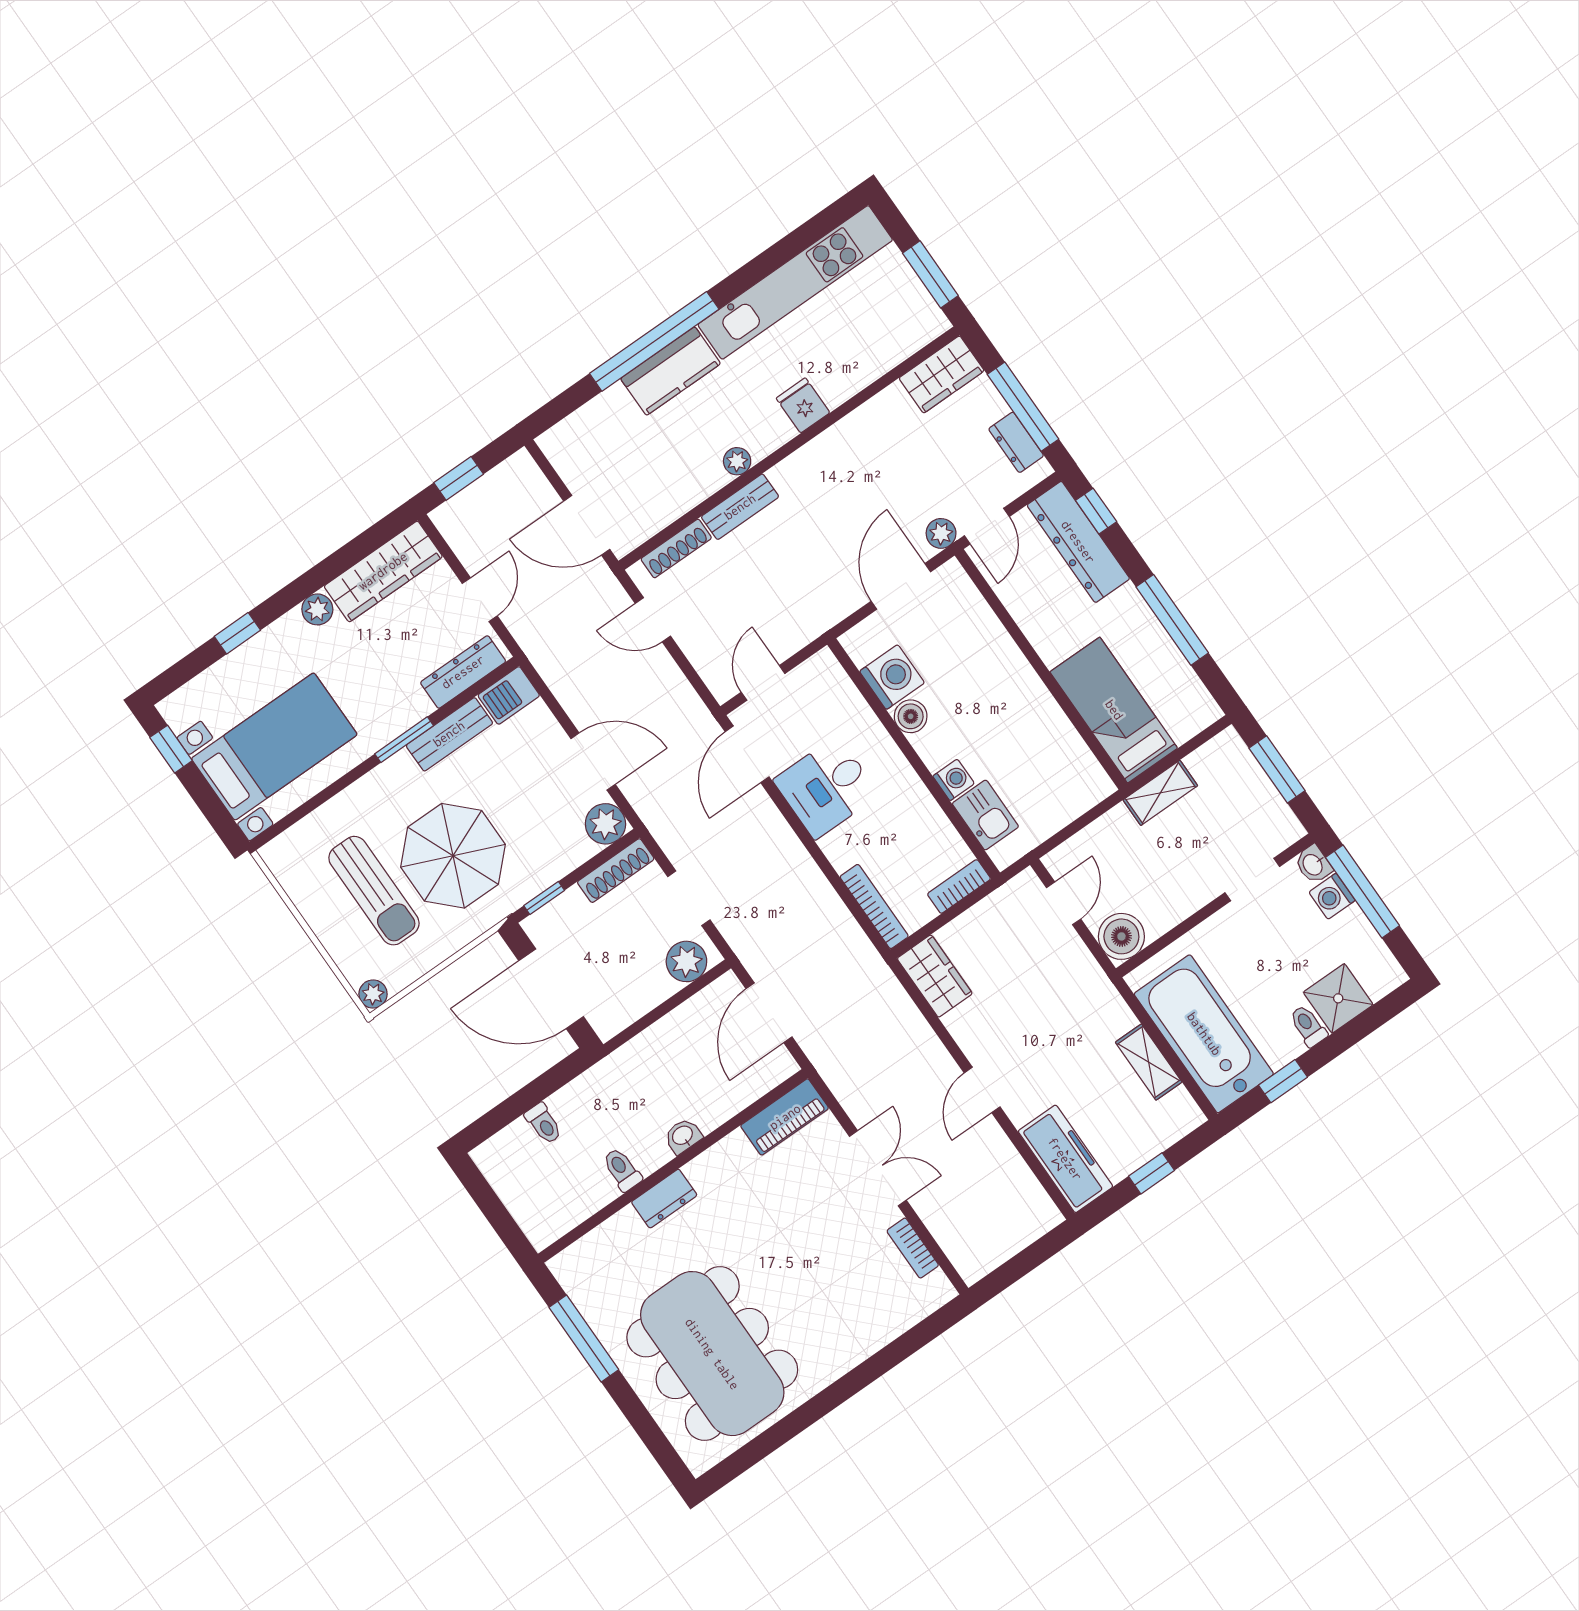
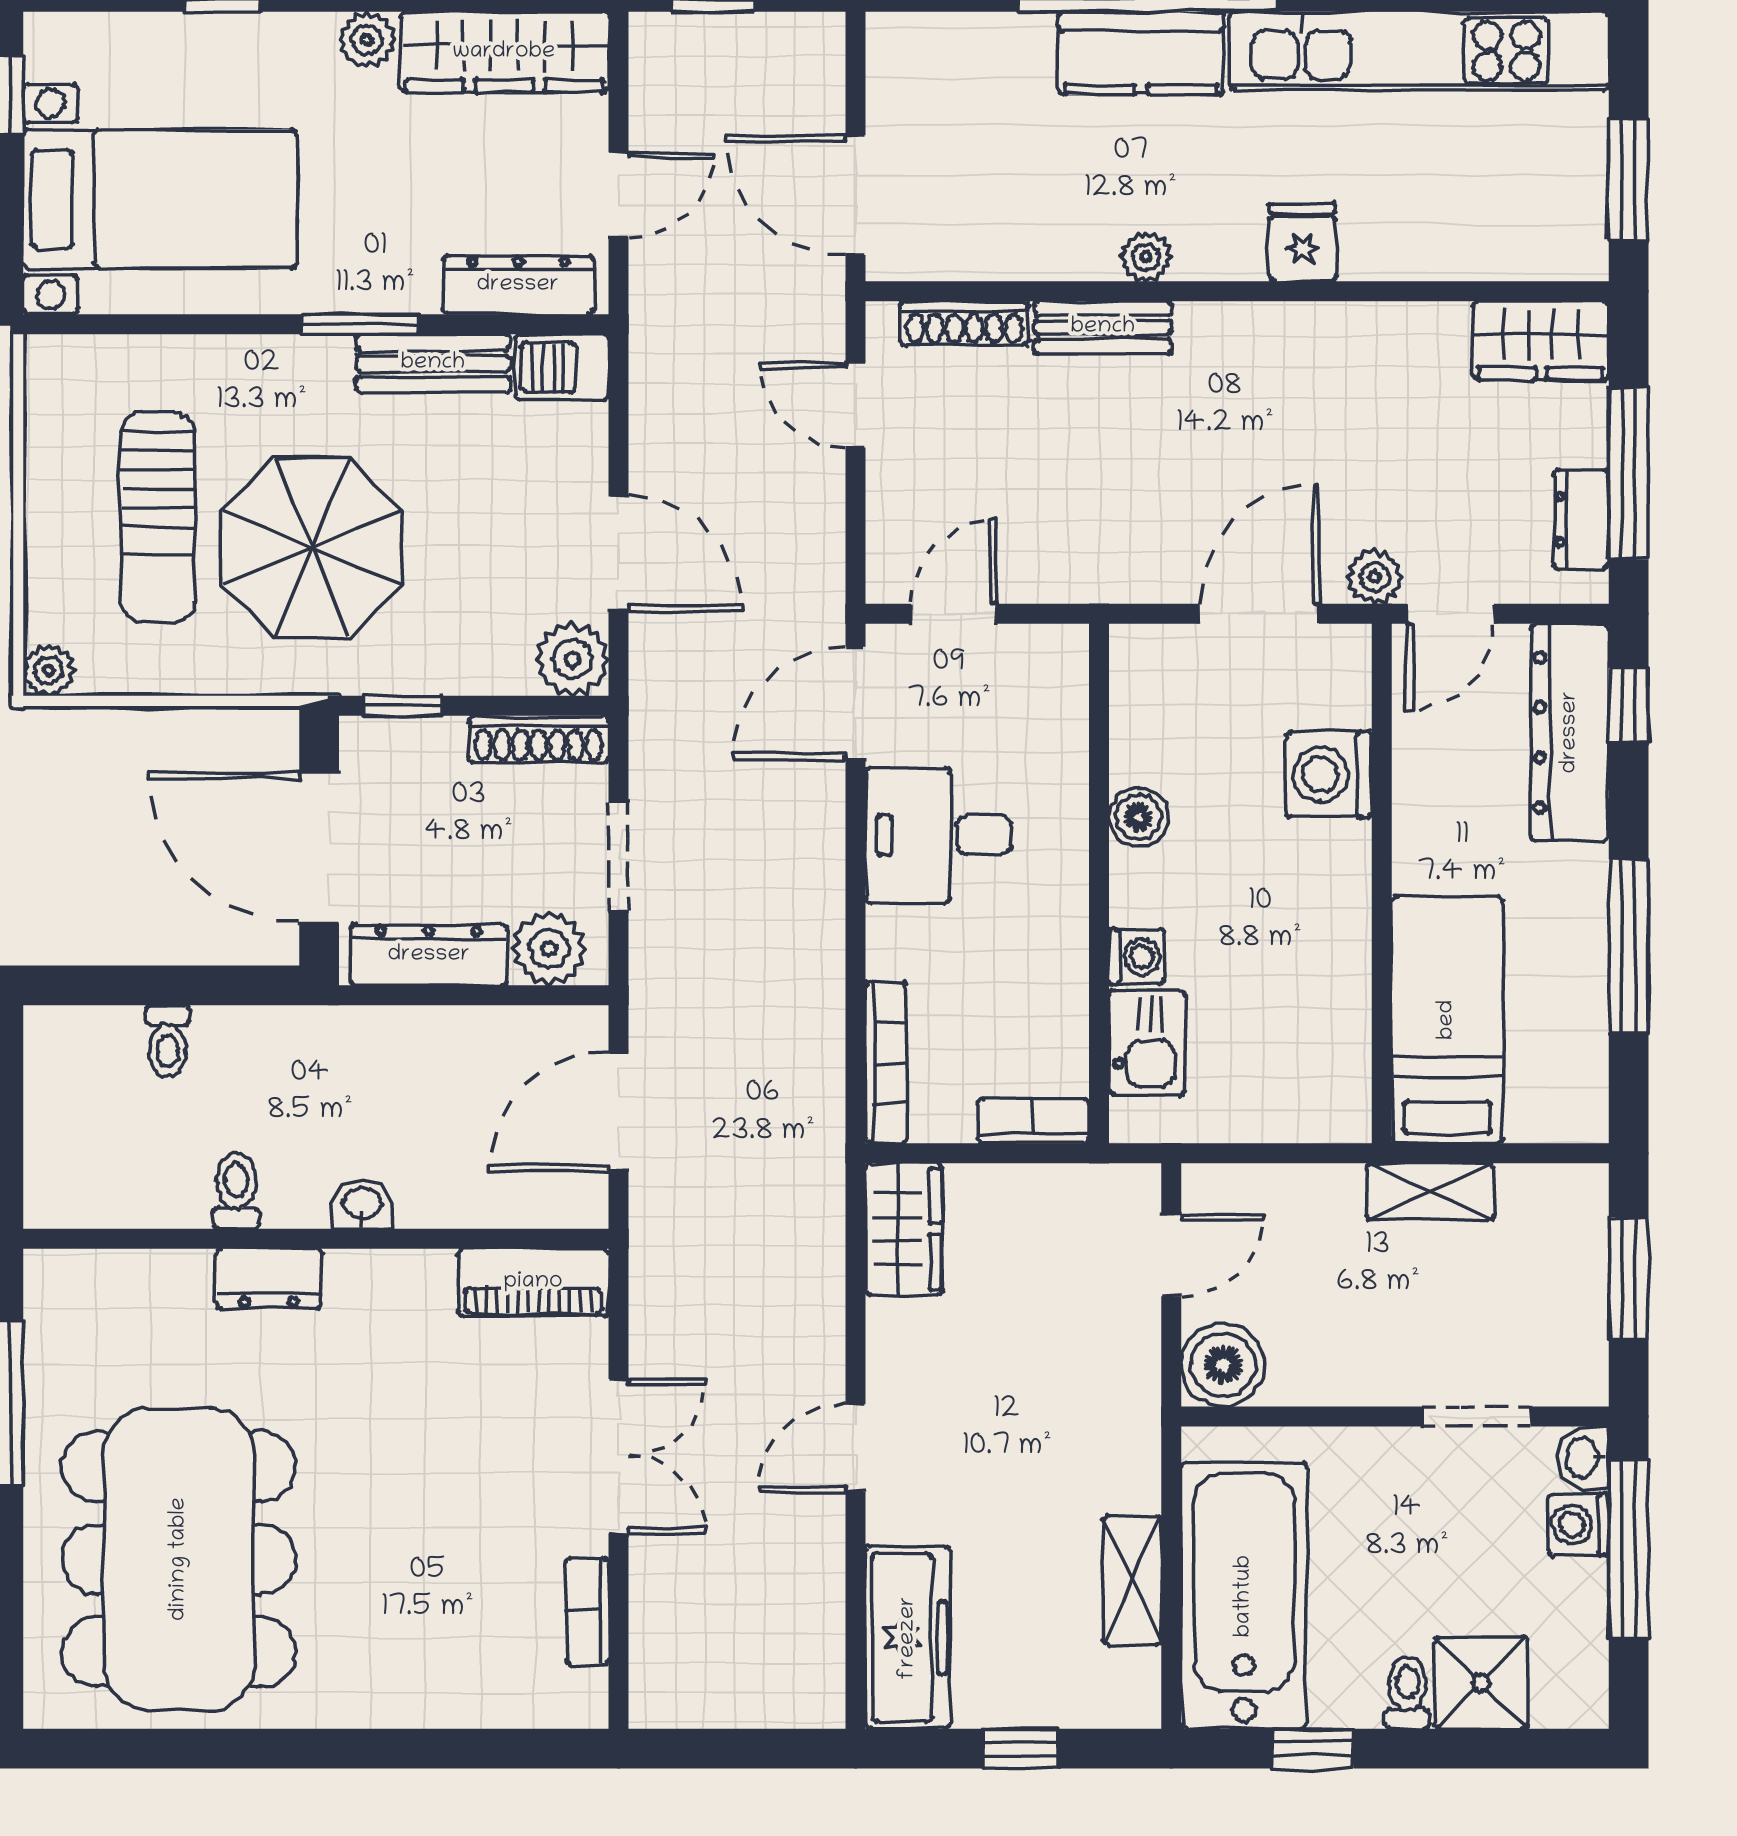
washing machine: (892, 677) -> (1329, 774), moved, turned 180
dresser: (634, 1002) -> (429, 955), added

